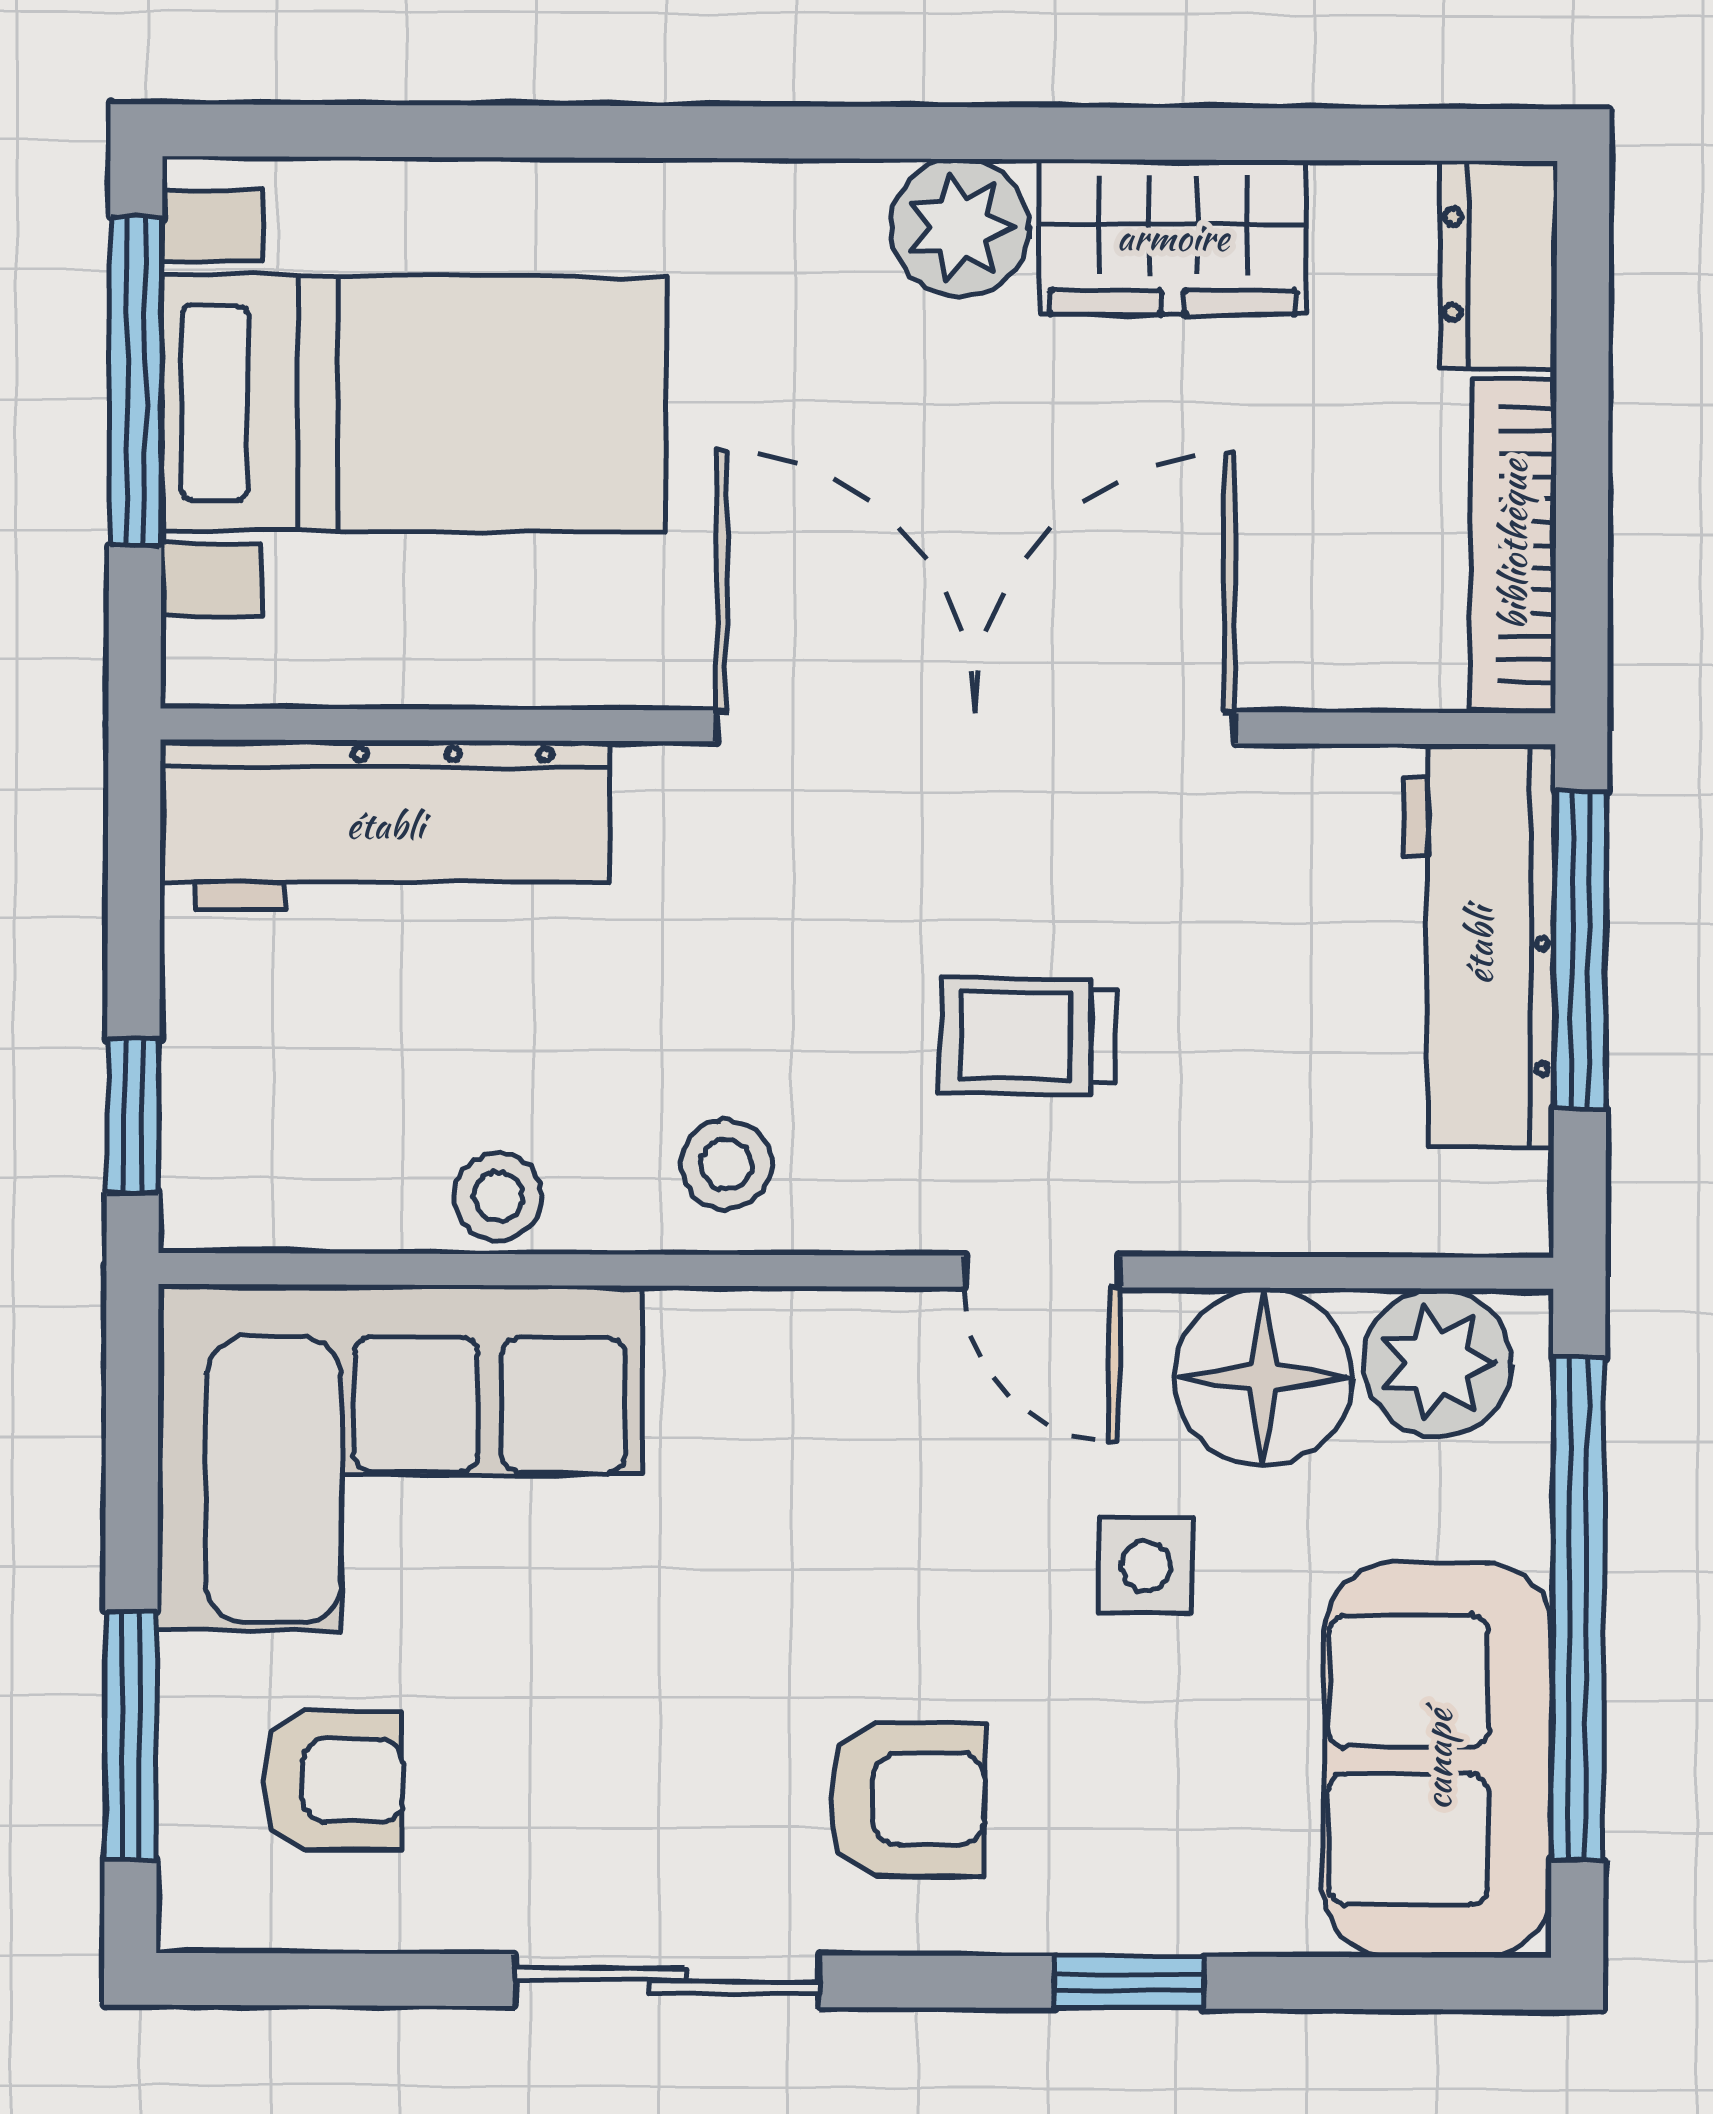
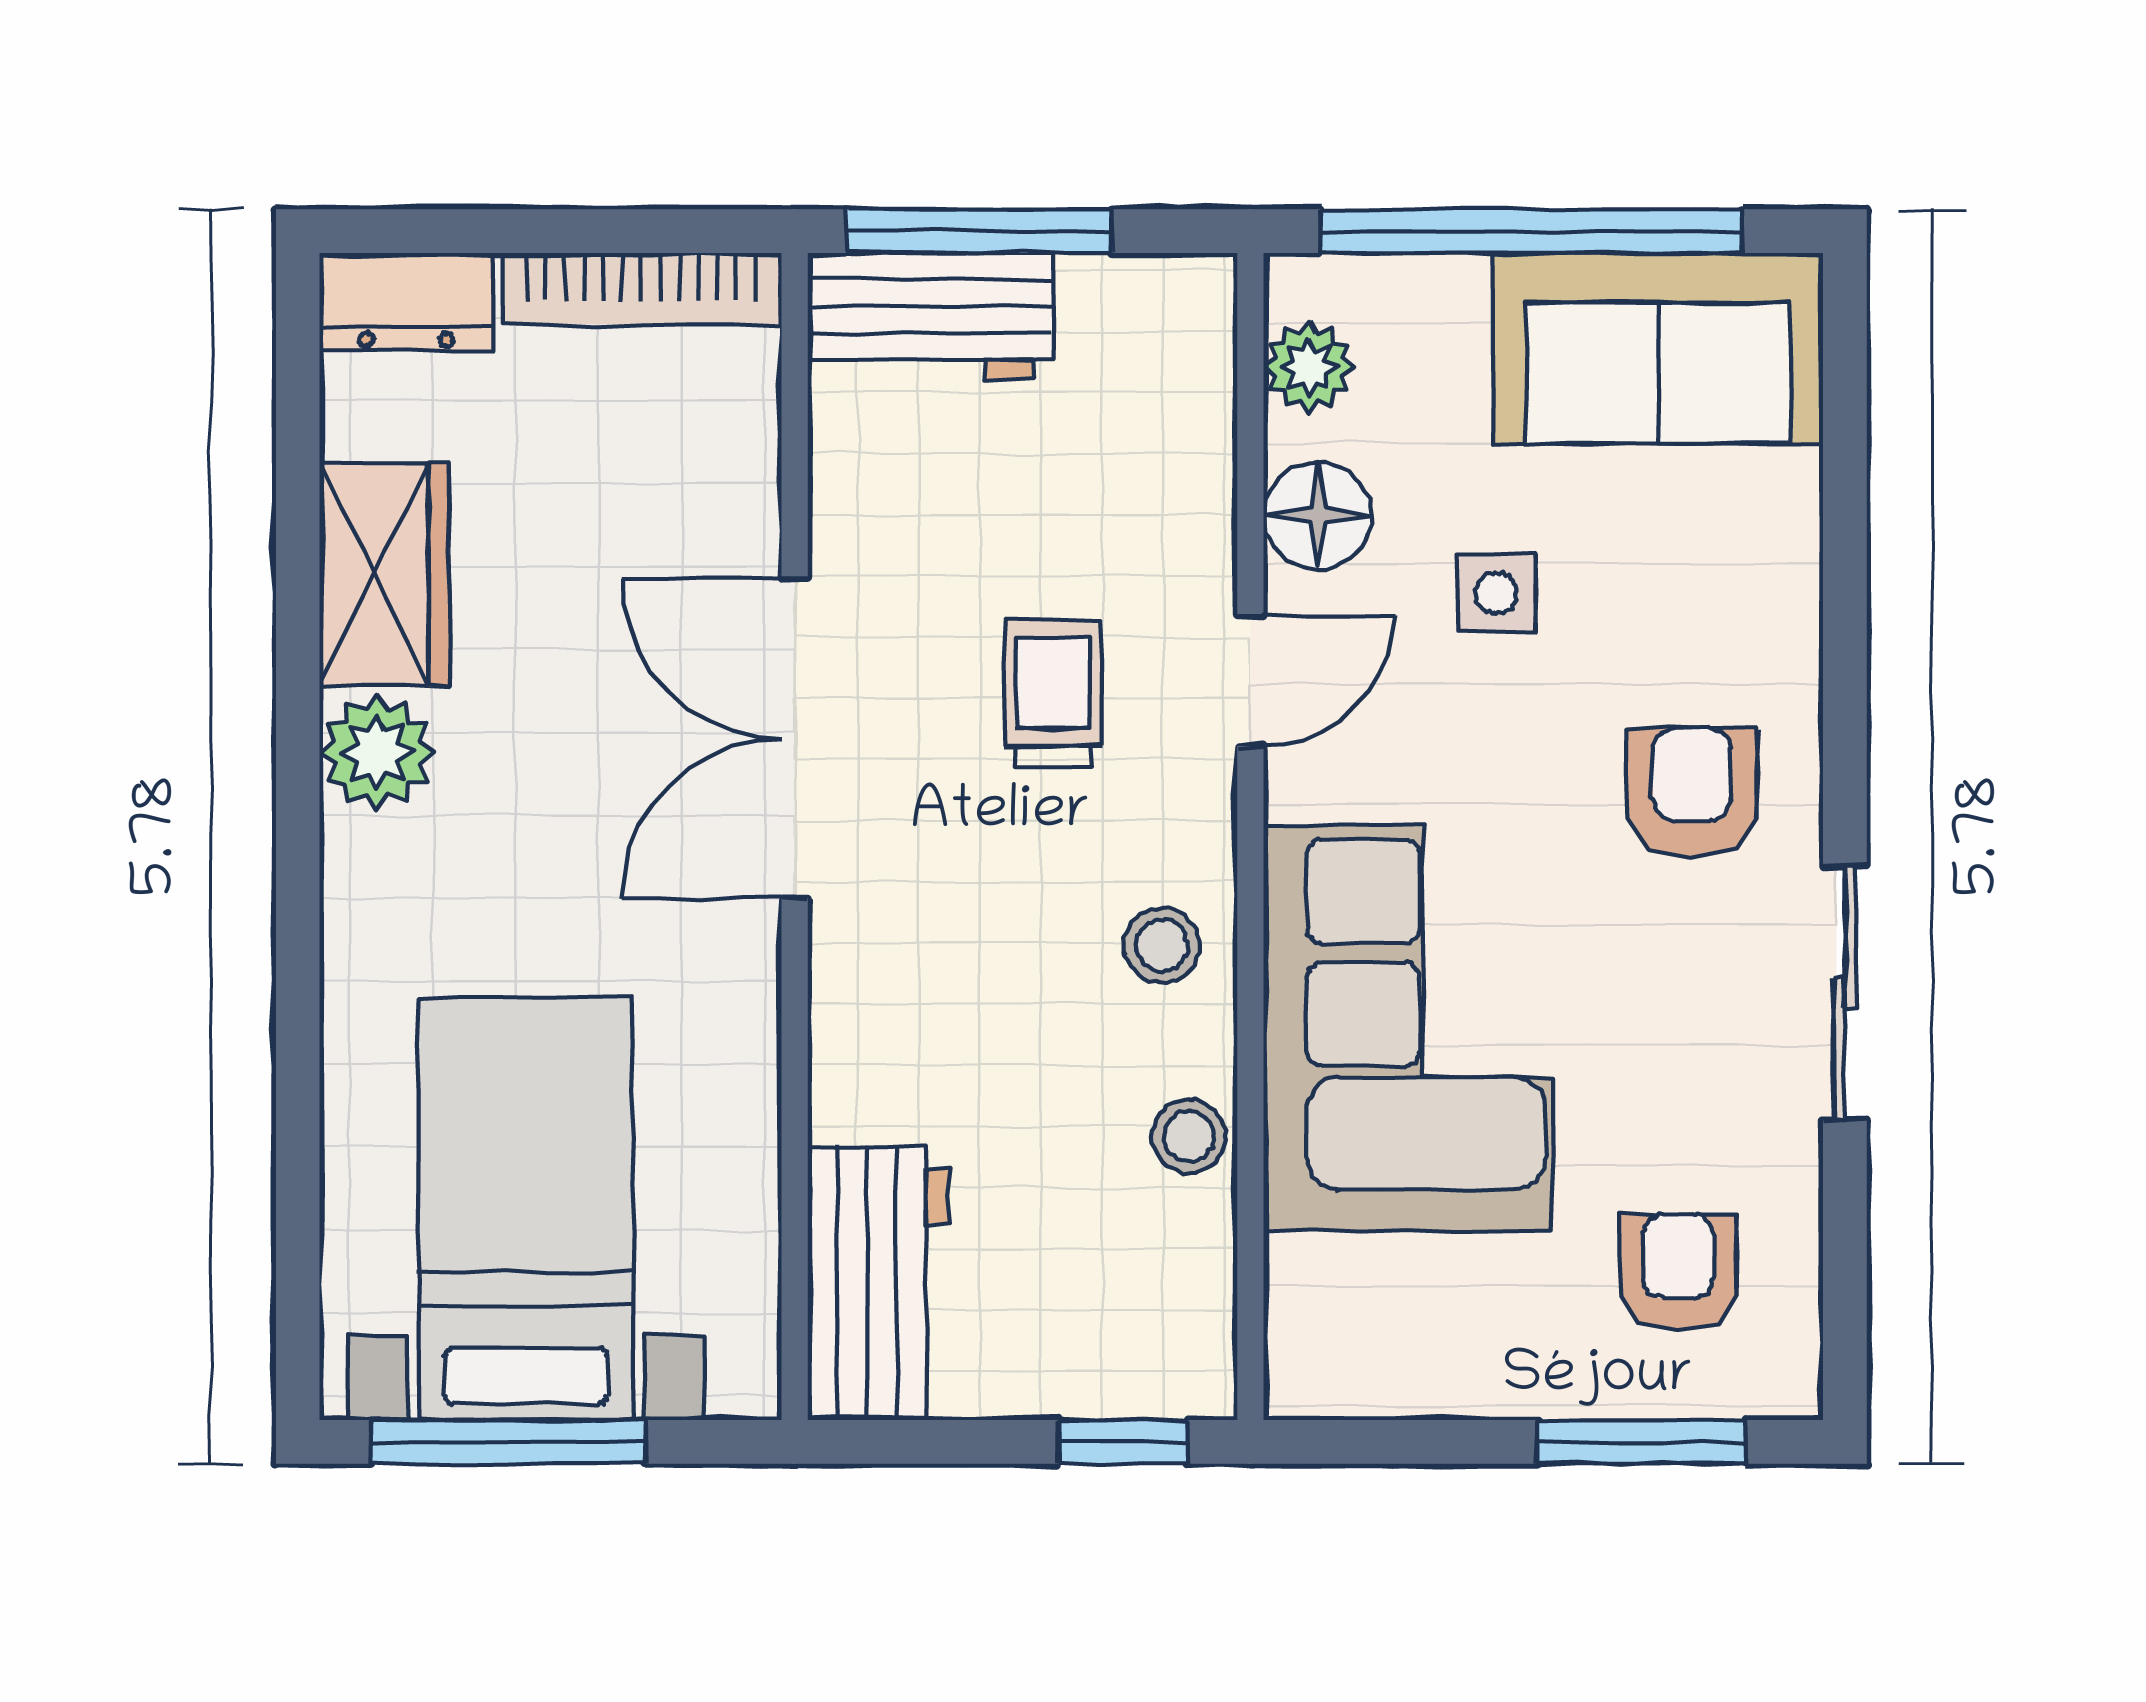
double door: (975, 727) -> (795, 739), width x0.73
workbench: (385, 825) -> (878, 1283), width x0.73
workbench: (1479, 946) -> (930, 316), width x0.73
trolley: (1028, 1036) -> (1053, 693), turned 180
plant: (1437, 1363) -> (1309, 367), width x0.73, depth x0.73
floor lamp: (1263, 1377) -> (1318, 516), width x0.73, depth x0.73
corner sofa: (400, 1458) -> (1408, 1028), moved
window: (1129, 1982) -> (1845, 606), removed

